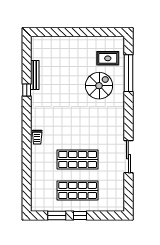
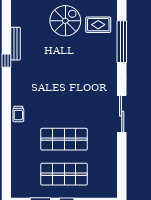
spiral stairs: (99, 86) -> (65, 21), moved
sliding door: (128, 157) -> (122, 114), moved

